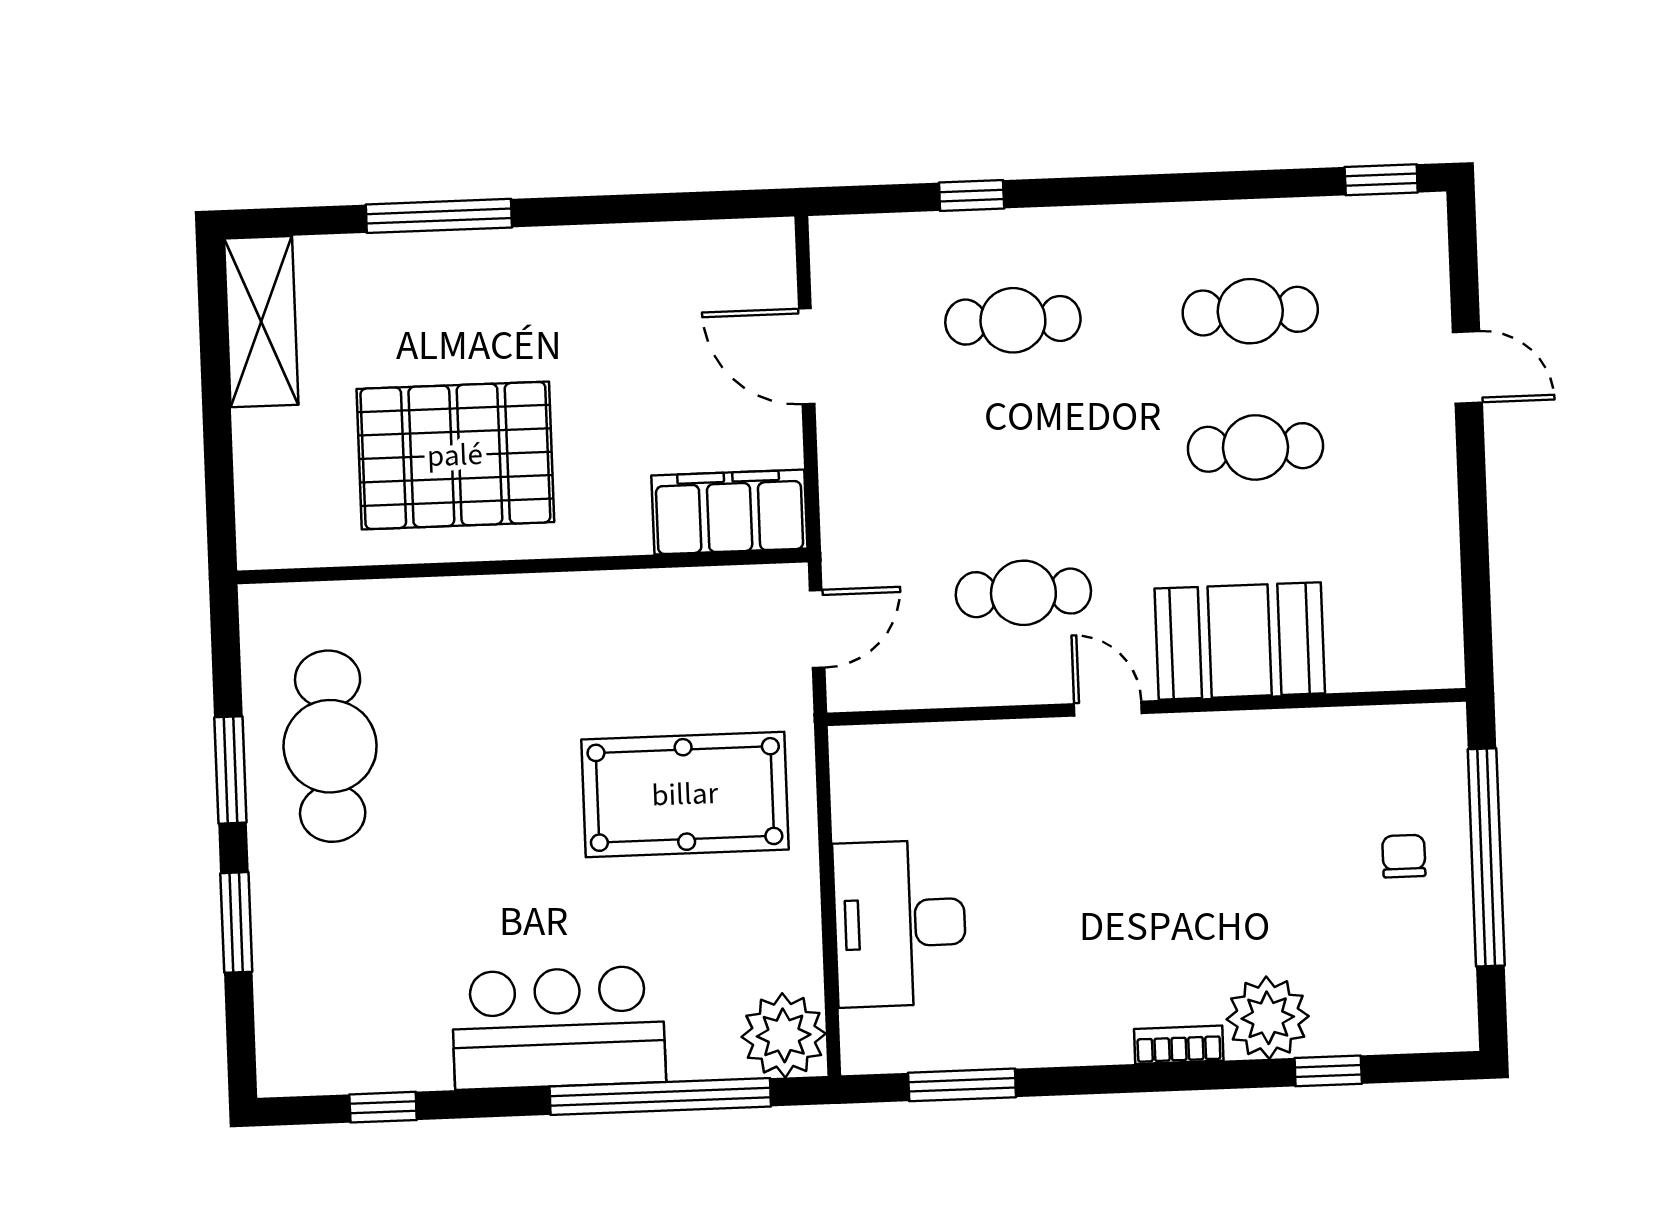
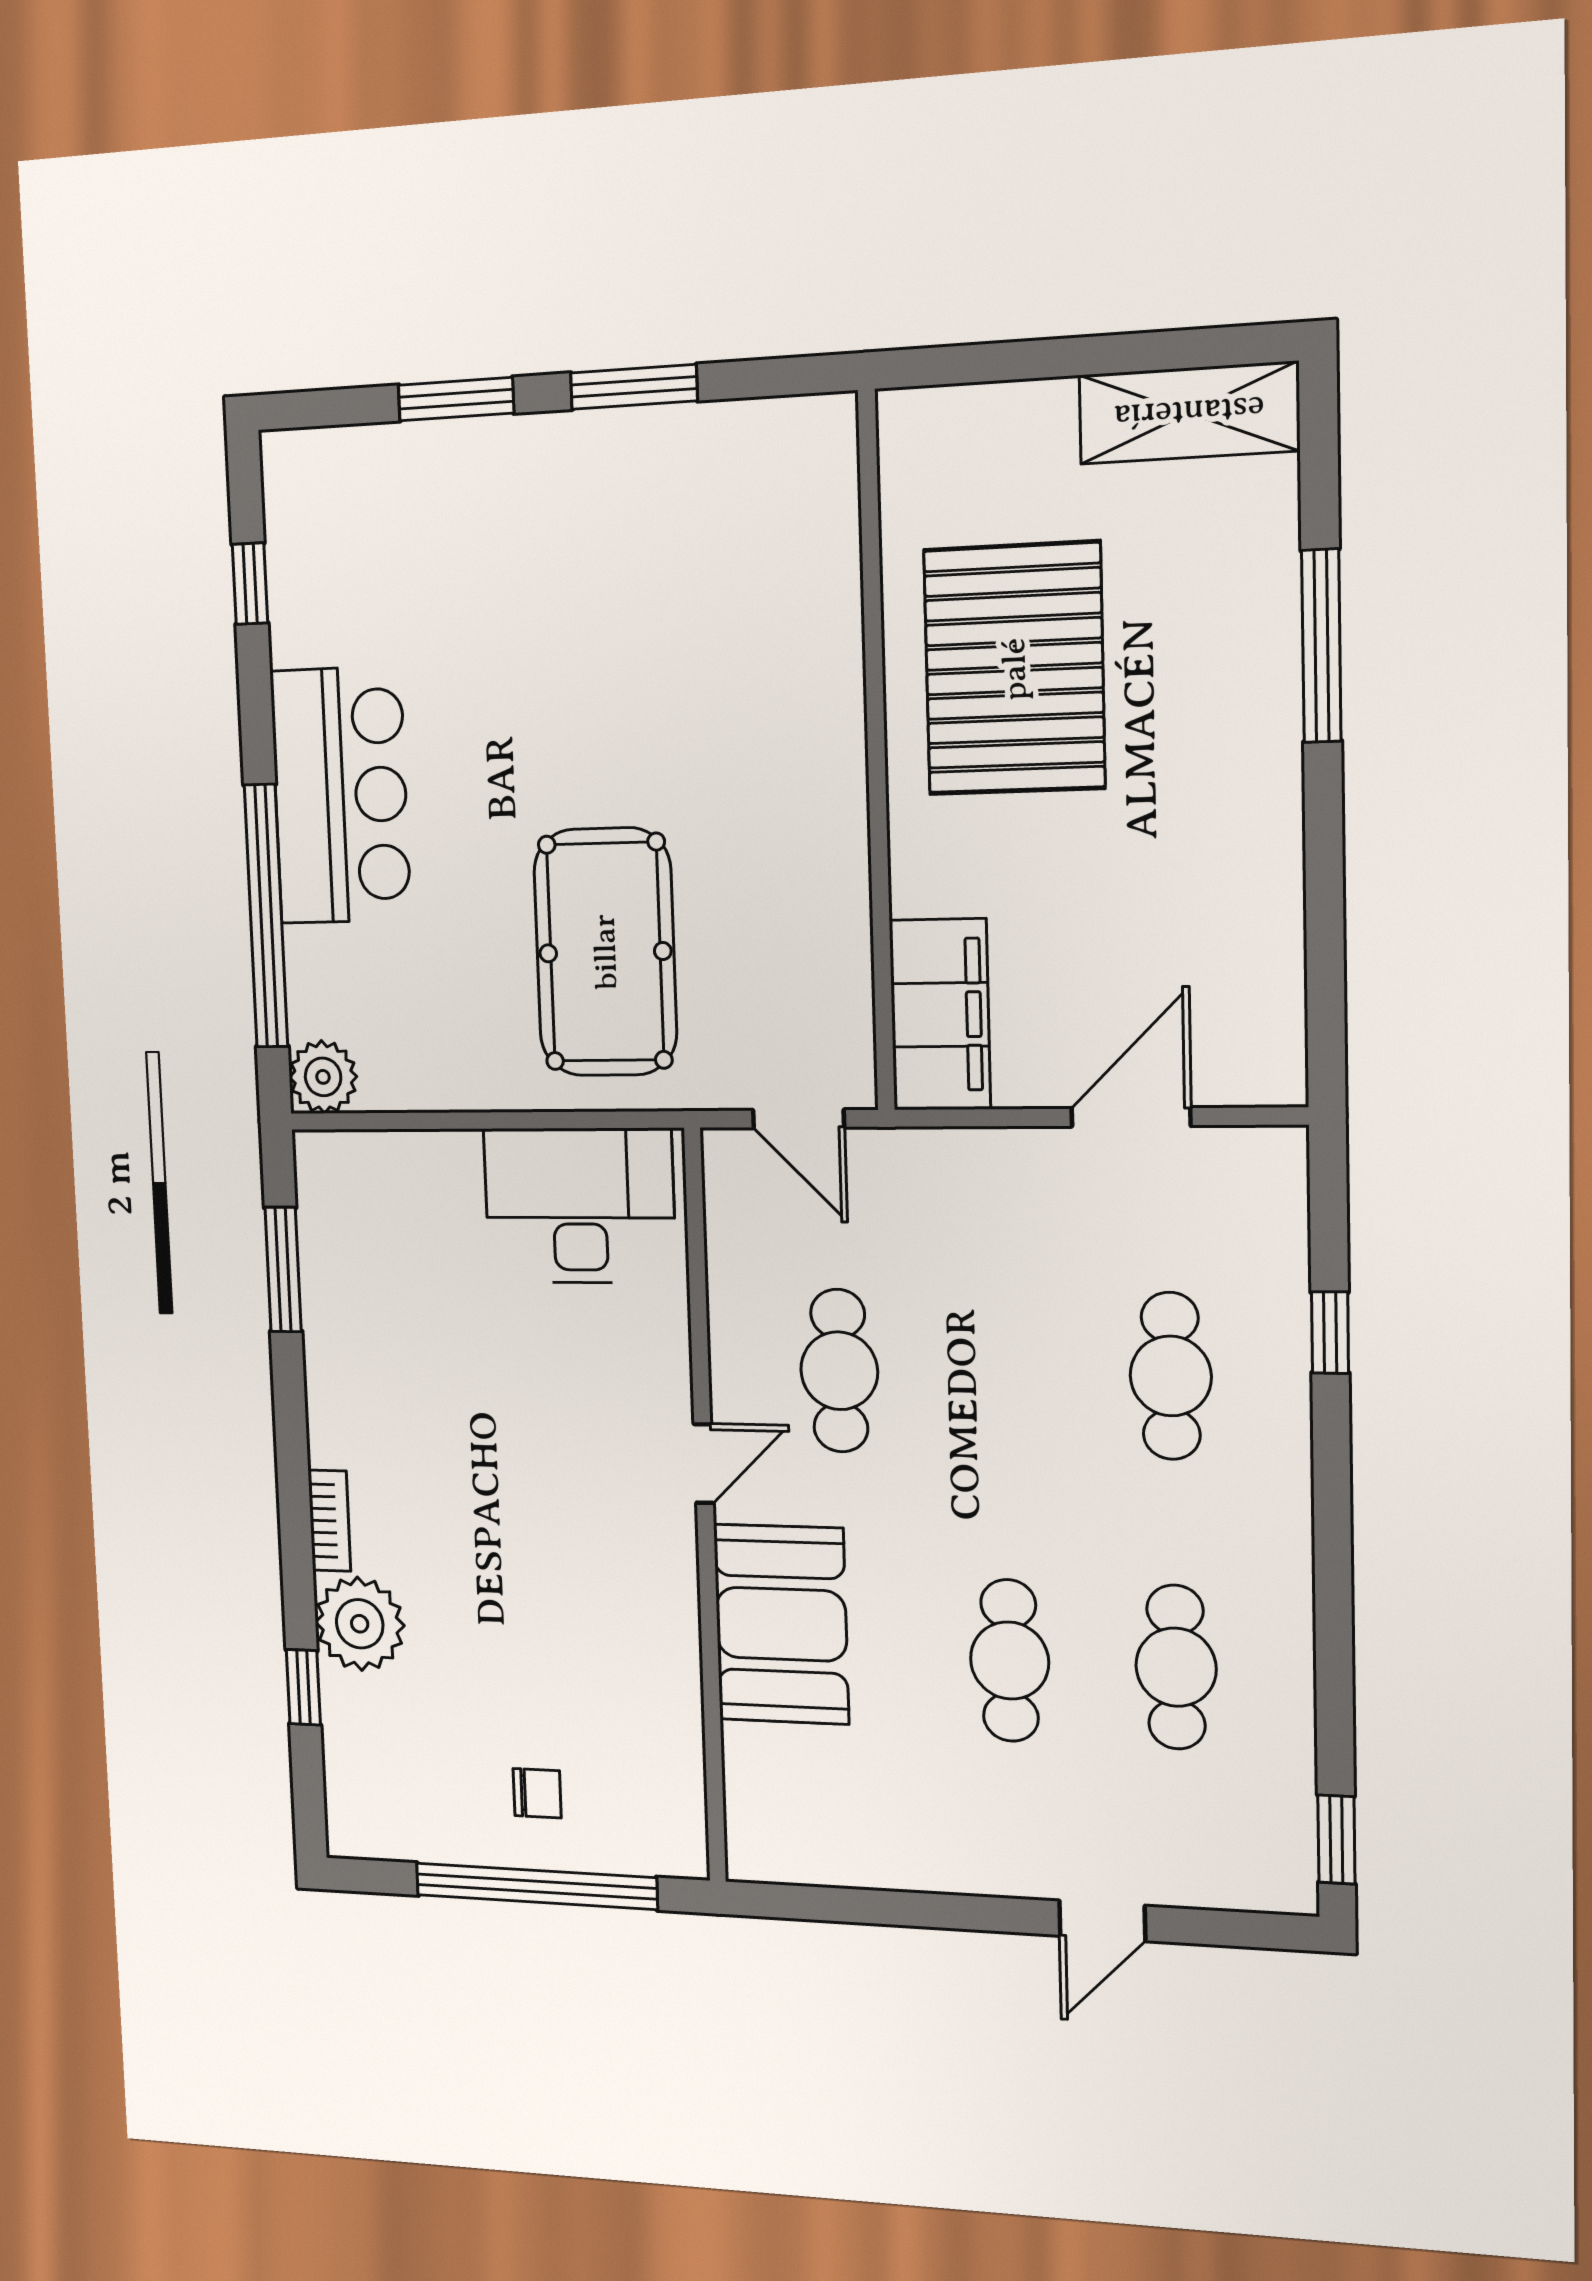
cafe table: (330, 746) -> (662, 513), removed
desk: (900, 923) -> (579, 1205), moved
plant: (784, 1035) -> (323, 1077), width x0.73, depth x0.73

